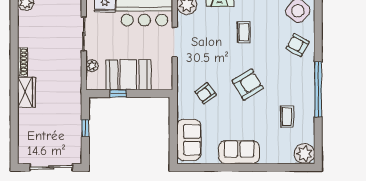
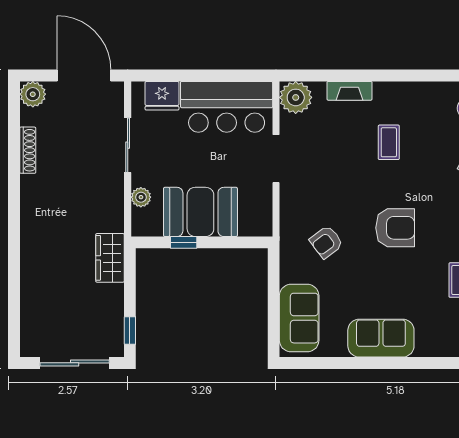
shoe rack: (23, 62) -> (28, 150), moved
armchair: (248, 85) -> (395, 228), turned 31
wardrobe: (26, 92) -> (110, 258), moved, turned 180
window: (85, 128) -> (130, 331), moved

